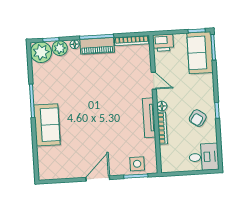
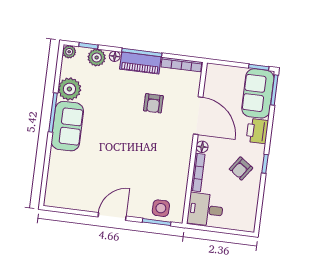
printer: (163, 43) -> (257, 131), moved, turned 90
plant: (41, 52) -> (69, 52), width x0.53, depth x0.53
armchair: (114, 77) -> (153, 103), added
plant: (42, 79) -> (69, 89), added
door: (154, 81) -> (198, 116), width x1.88
tv unit: (149, 118) -> (185, 157), removed
sofa: (47, 125) -> (67, 126), moved
desk: (204, 157) -> (205, 210), moved, turned 180

